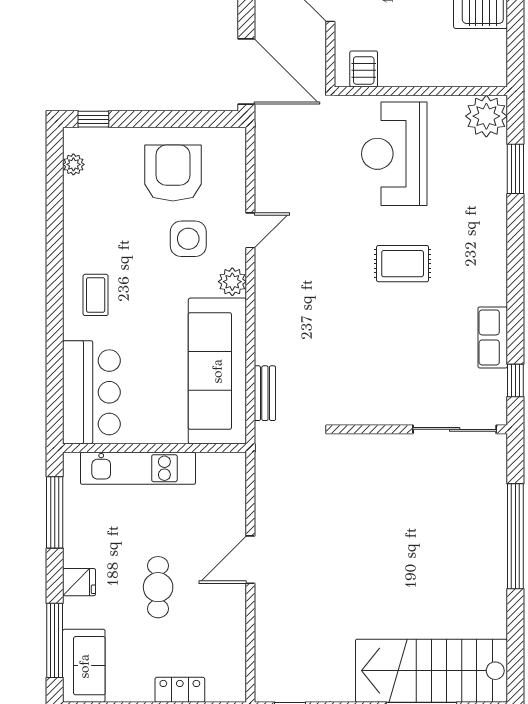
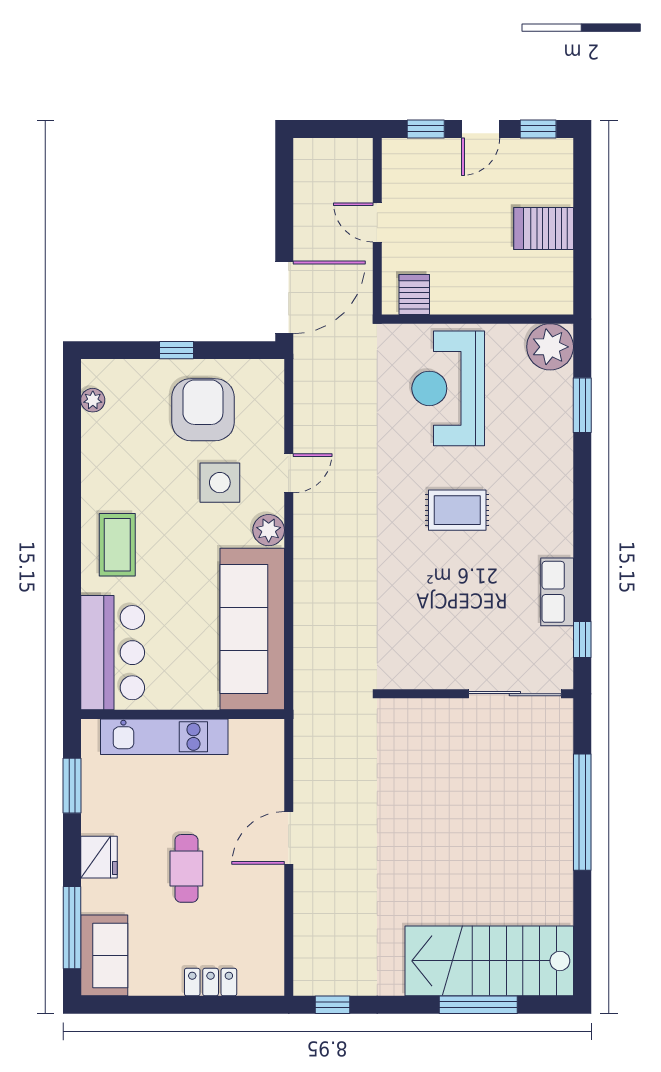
door: (246, 72) -> (284, 297), hinge flipped
window: (93, 119) -> (177, 350), moved
coffee table: (96, 295) -> (117, 545), width x1.36, depth x1.30
bench: (265, 393) -> (305, 654), removed
window: (55, 512) -> (72, 786), width x0.69
fridge: (79, 582) -> (99, 857), width x1.38

